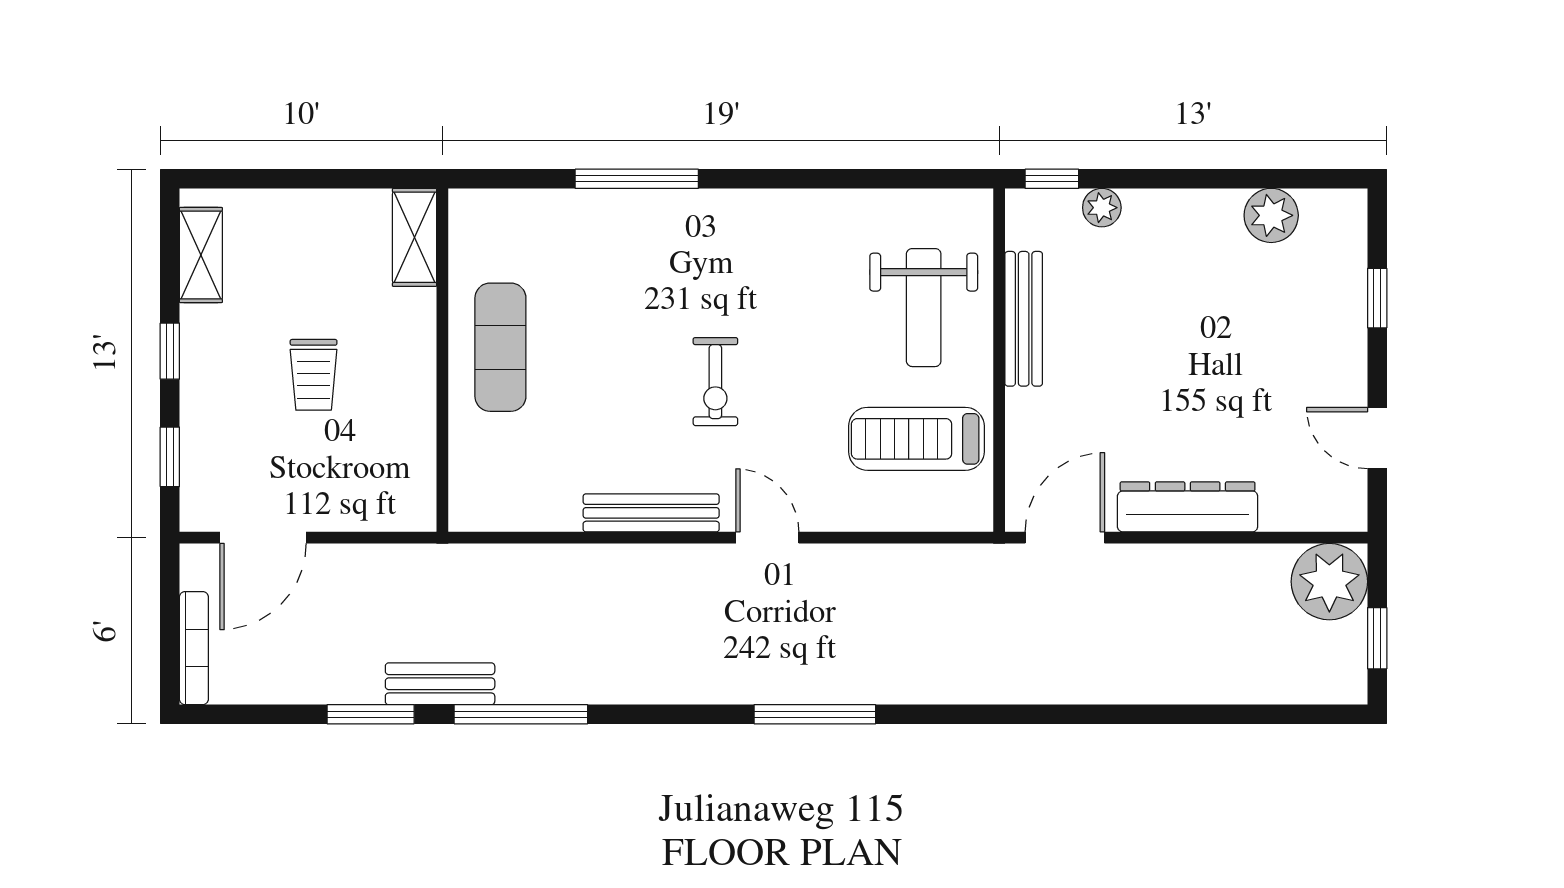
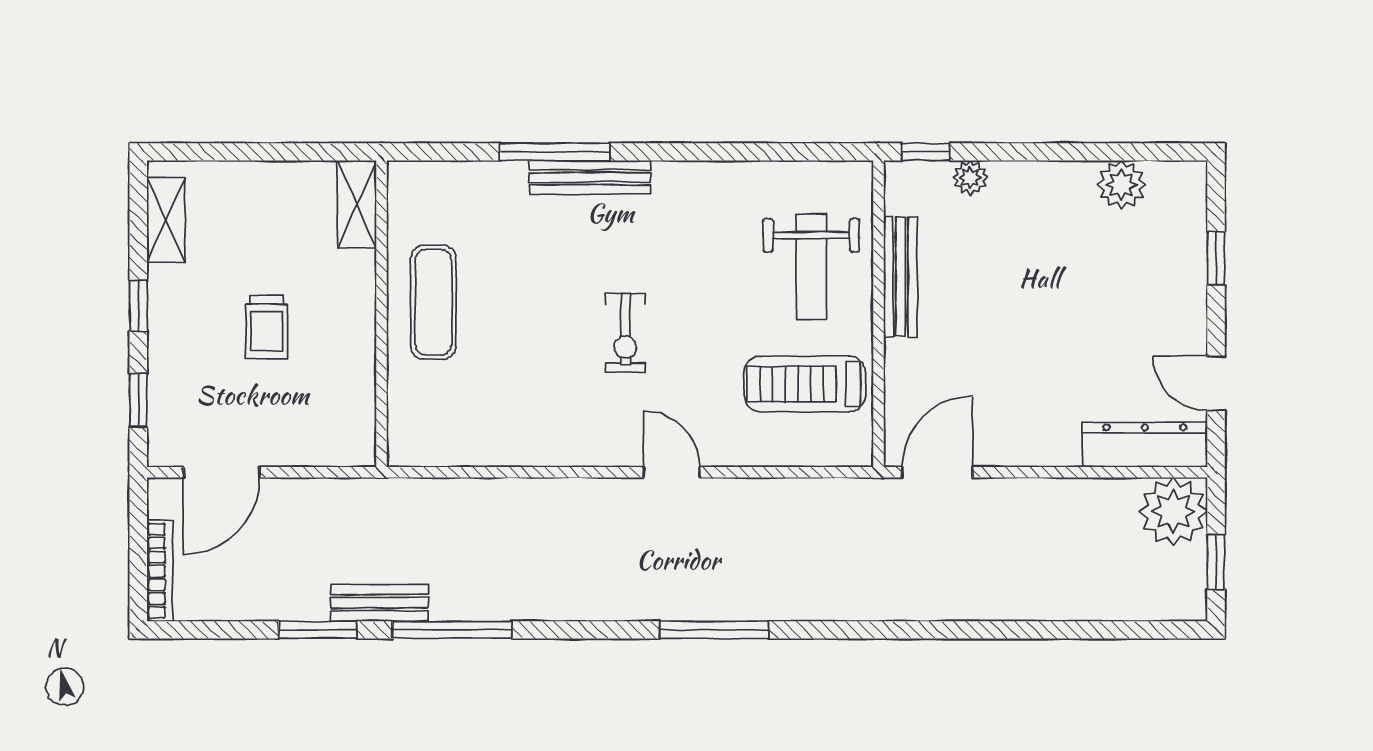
dresser: (1188, 507) -> (1145, 445), moved
bench: (651, 513) -> (590, 177), moved

